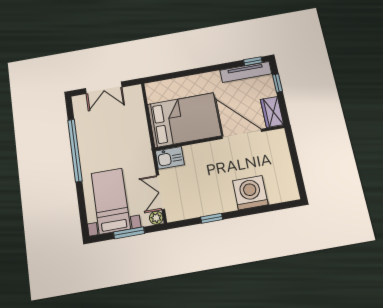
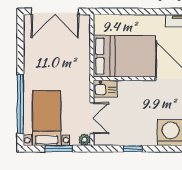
double door: (104, 88) -> (55, 11), width x1.37
window: (75, 150) -> (20, 104), moved
double door: (160, 192) -> (92, 118), swing flipped

